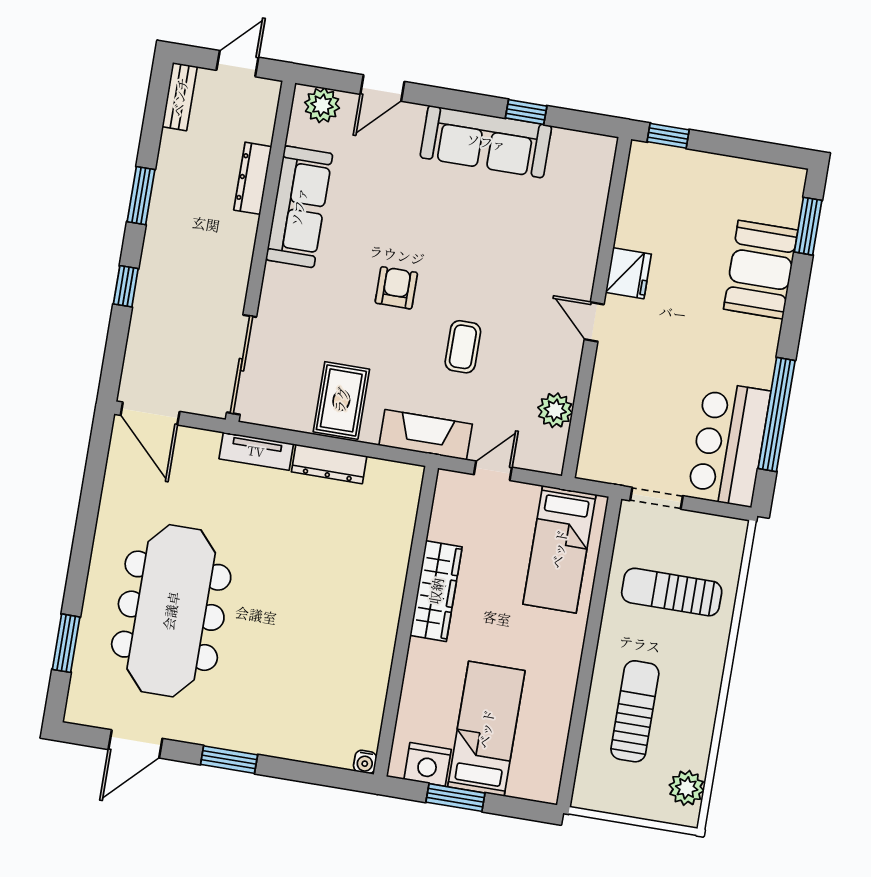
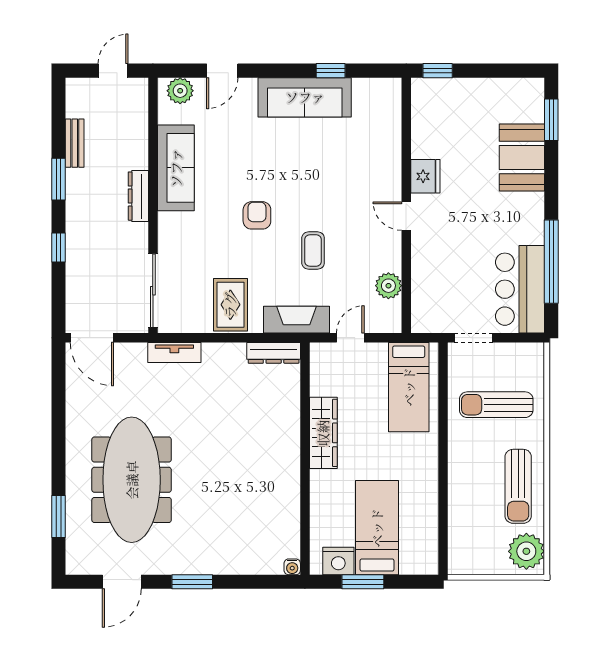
bench: (180, 97) -> (75, 143), moved
dresser: (253, 178) -> (138, 196), moved
dresser: (329, 464) -> (274, 353), moved
sun lounger: (635, 711) -> (518, 486), moved, turned 180
plant: (687, 788) -> (526, 551), width x1.36, depth x1.36

